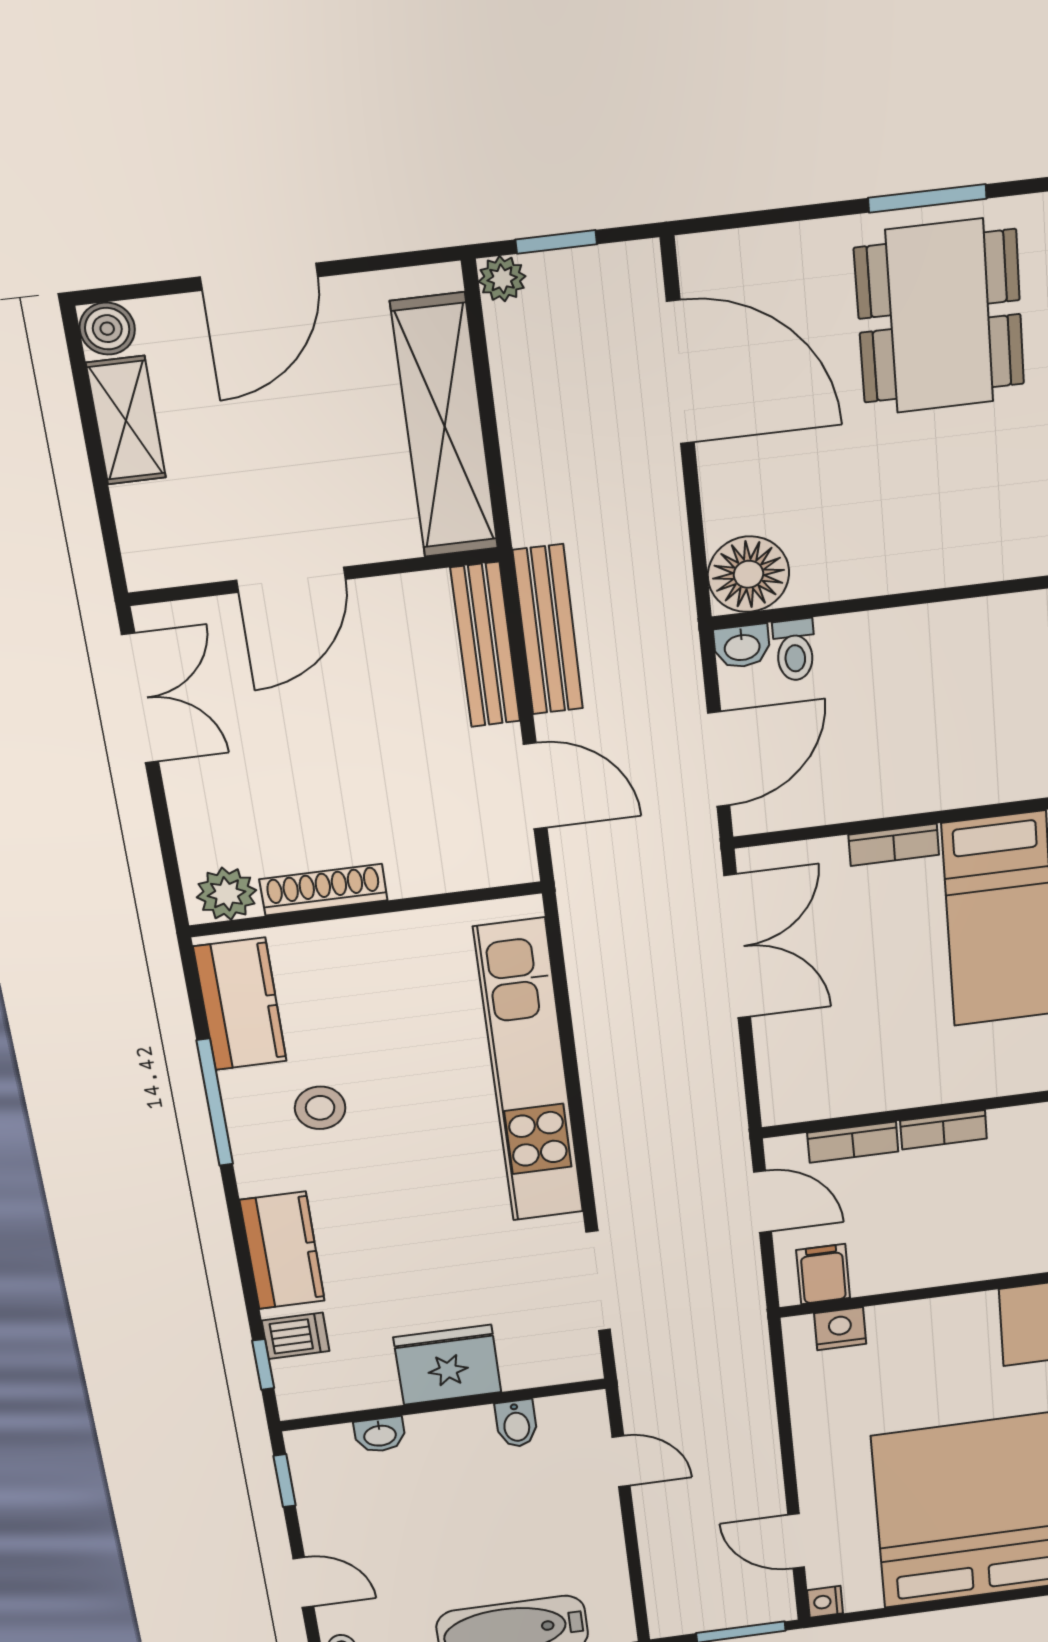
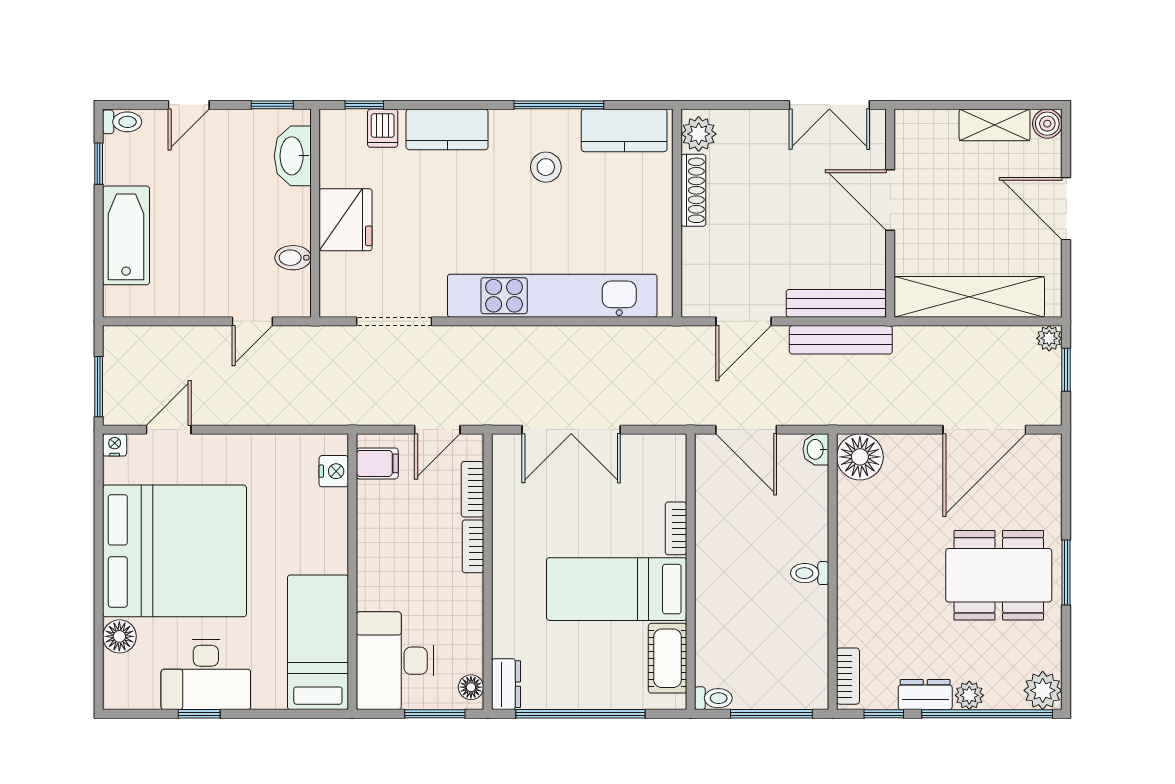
toilet: (795, 650) -> (810, 573), moved
double door: (737, 947) -> (571, 430), moved
washbasin: (380, 1435) -> (293, 156), width x1.91, depth x1.45

